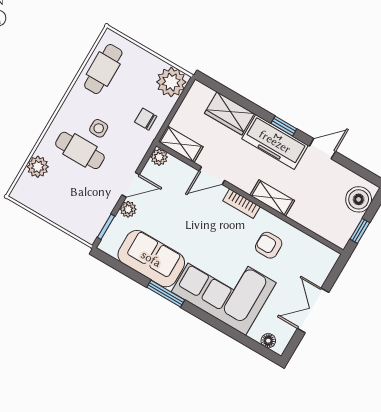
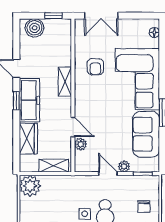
chair: (146, 119) -> (144, 207), moved
shelving: (181, 144) -> (54, 166), moved, turned 90
plant: (159, 157) -> (81, 144), moved
bookcase: (241, 204) -> (80, 99), removed
double door: (313, 310) -> (101, 16), moved

